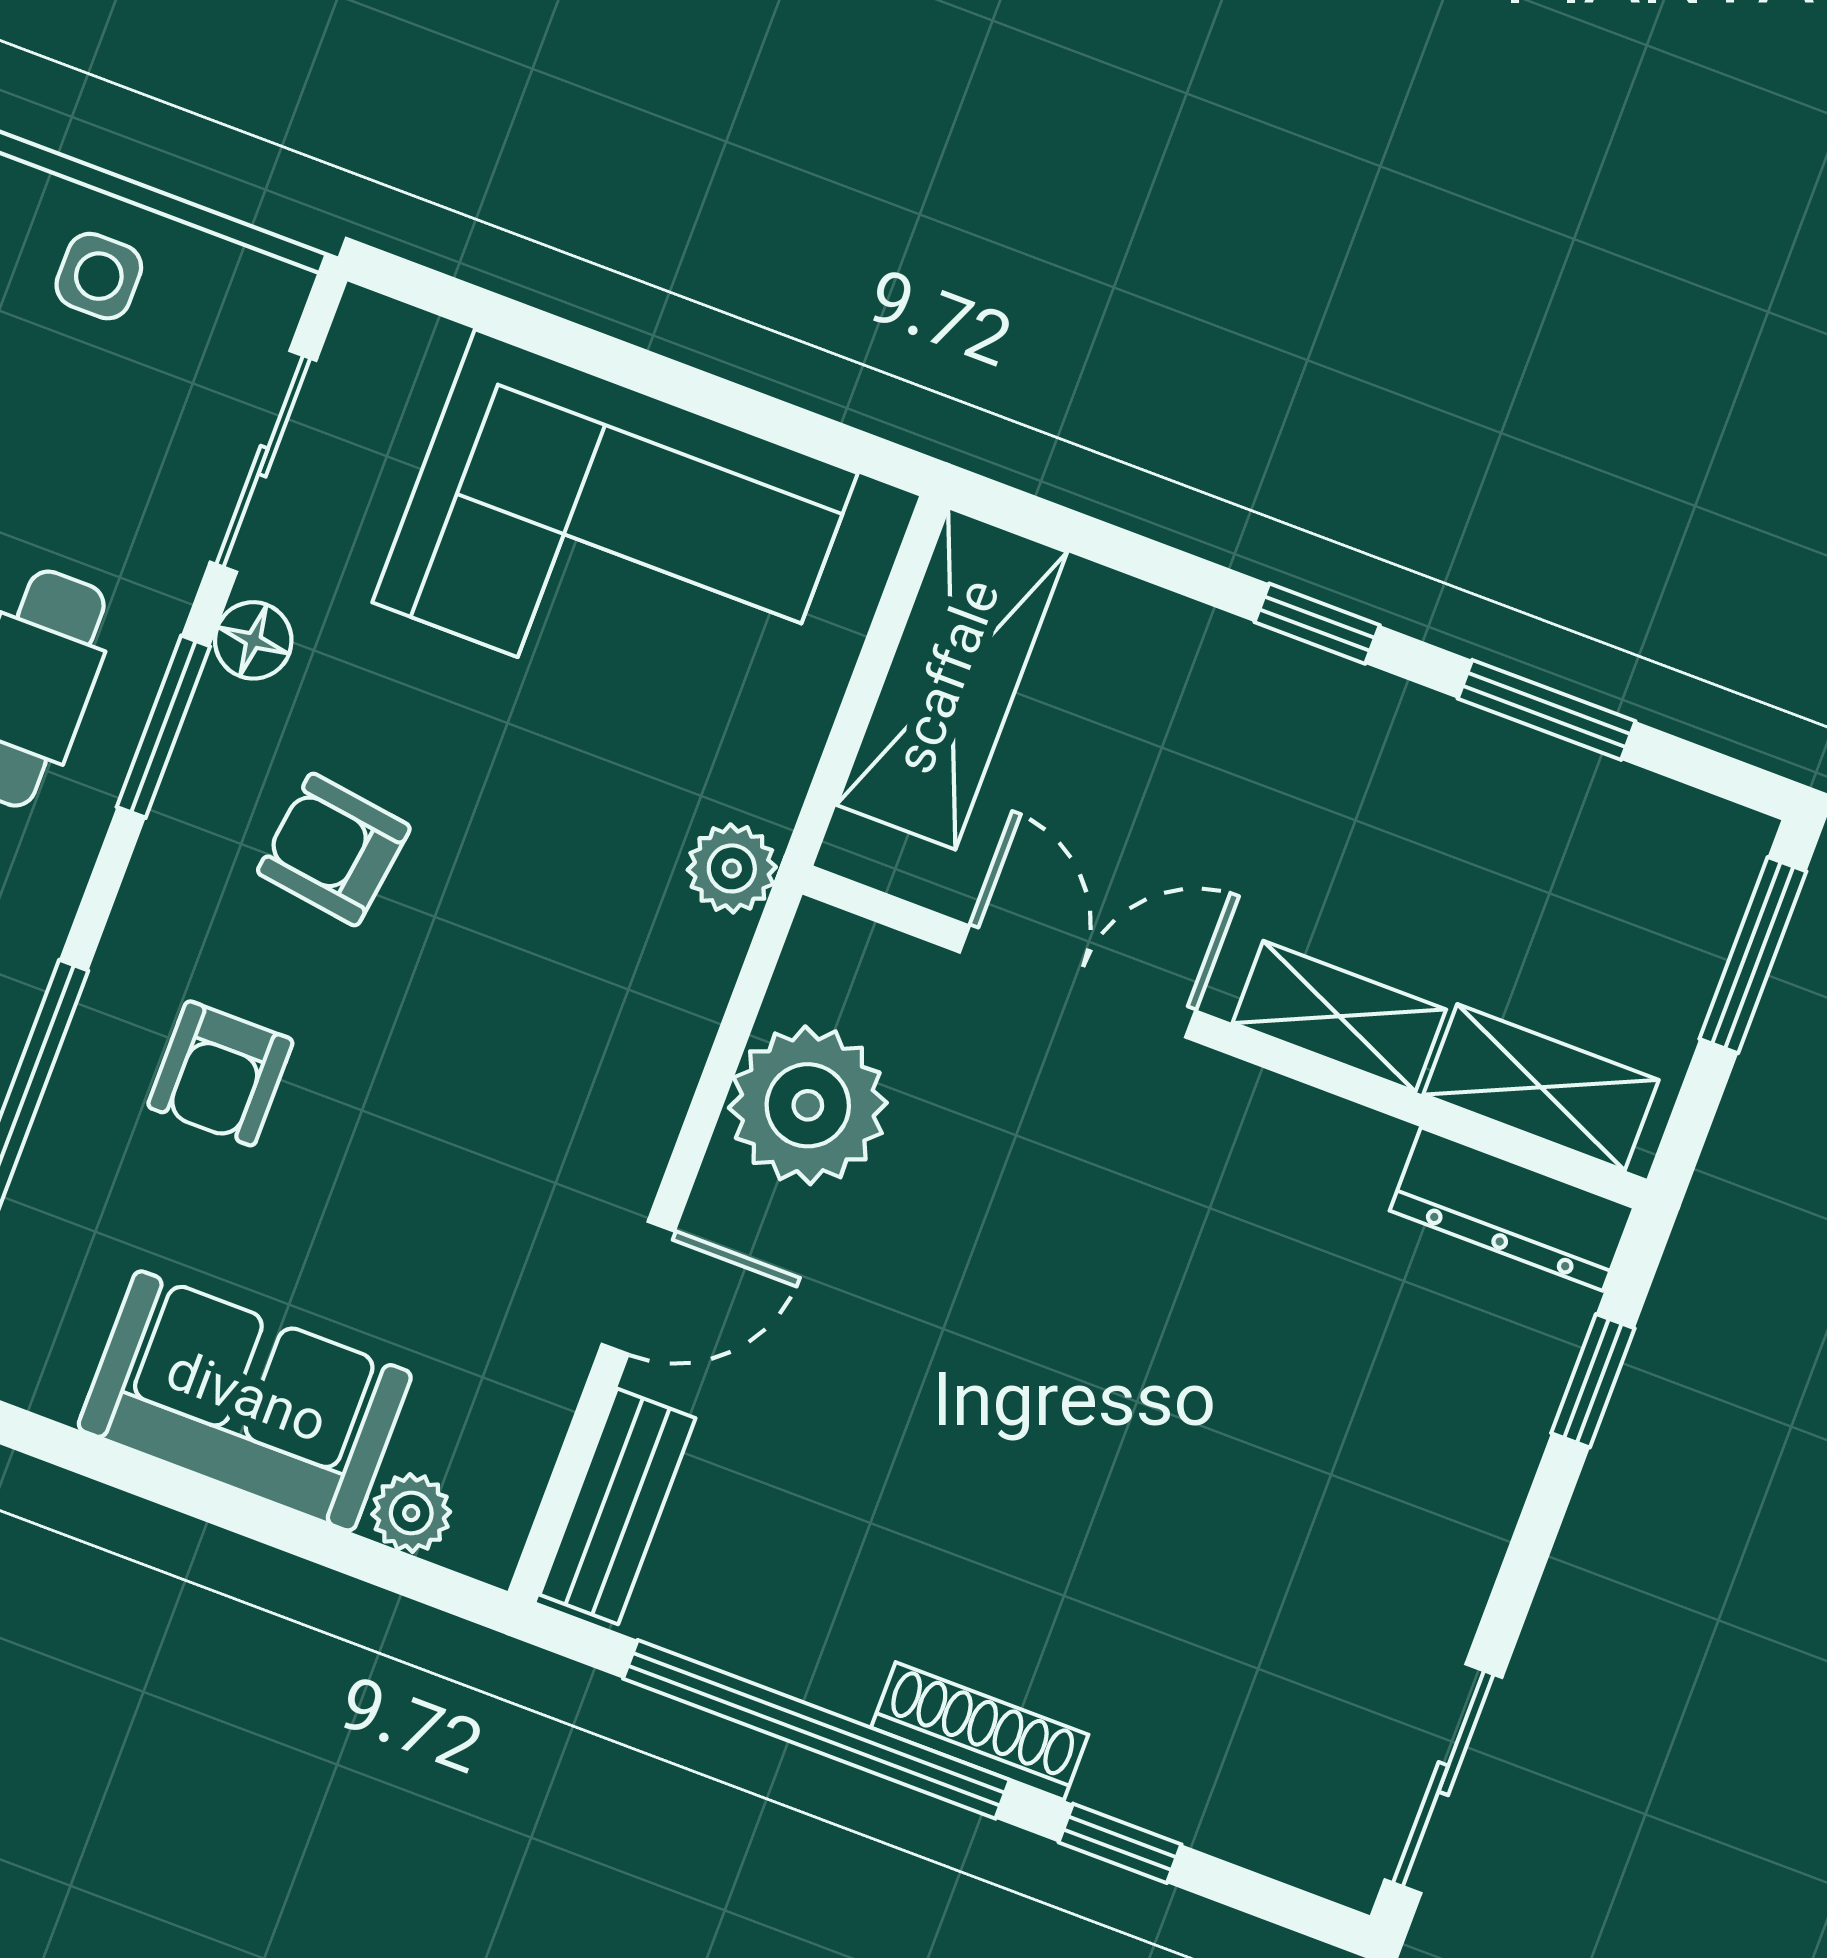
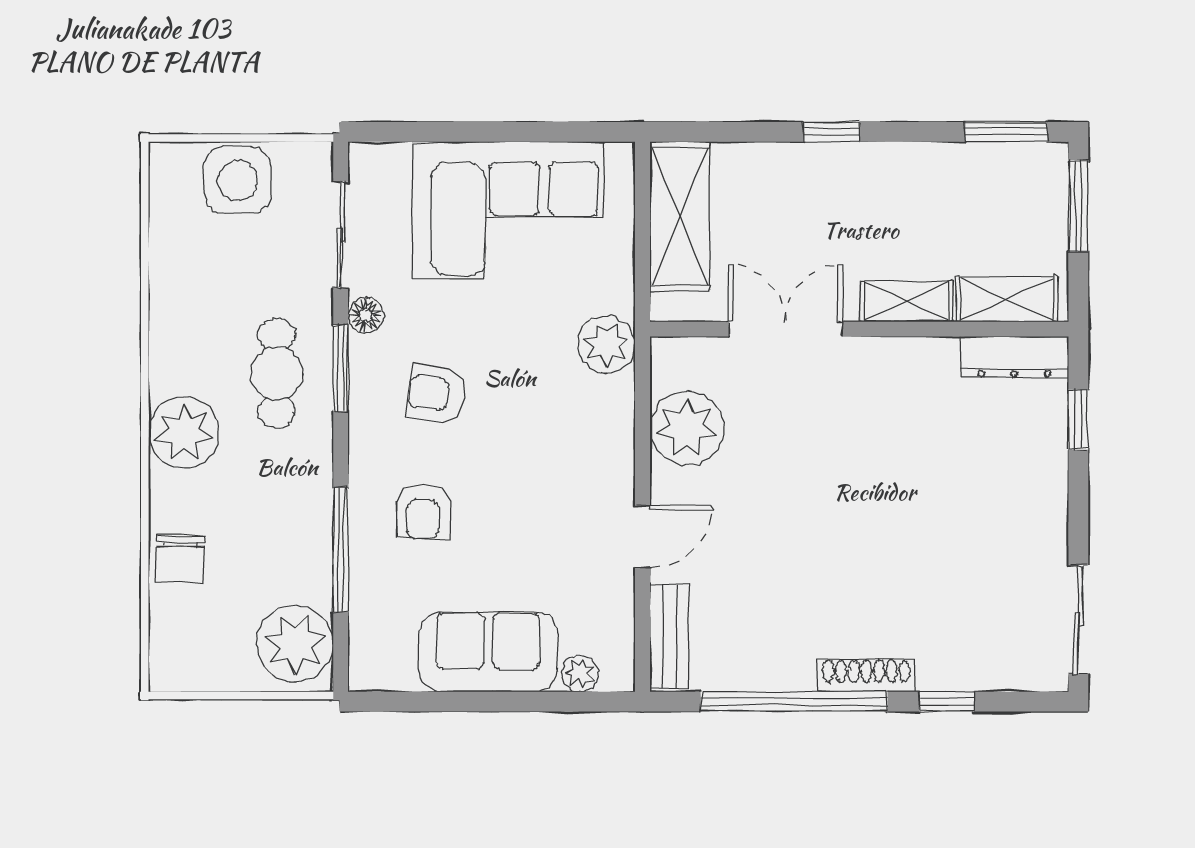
side table: (99, 276) -> (238, 181), width x1.87, depth x1.87
window: (1547, 710) -> (1006, 132), moved
plant: (732, 868) -> (607, 344), width x1.38, depth x1.38

